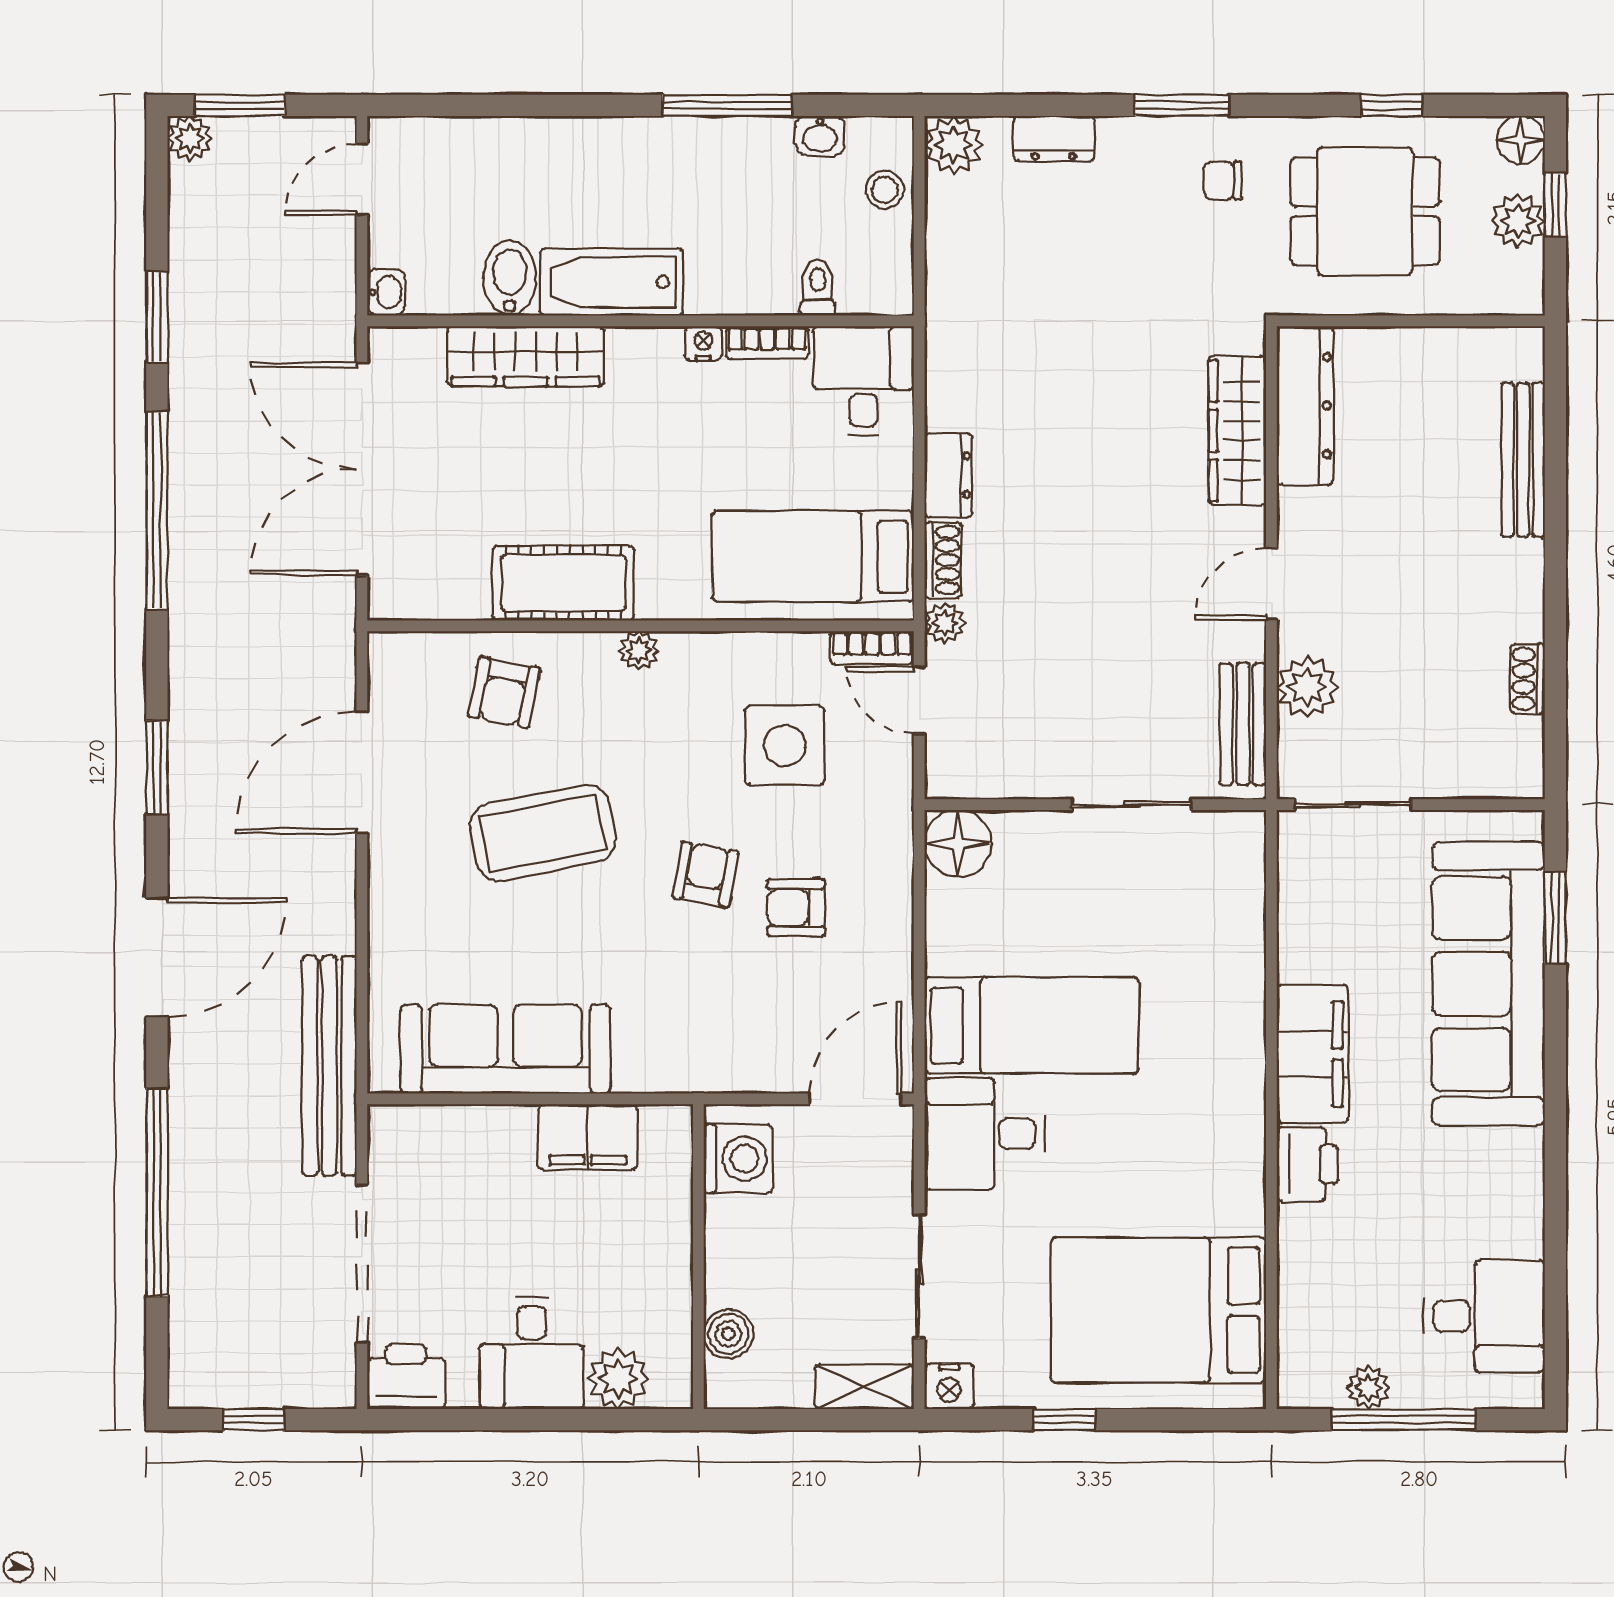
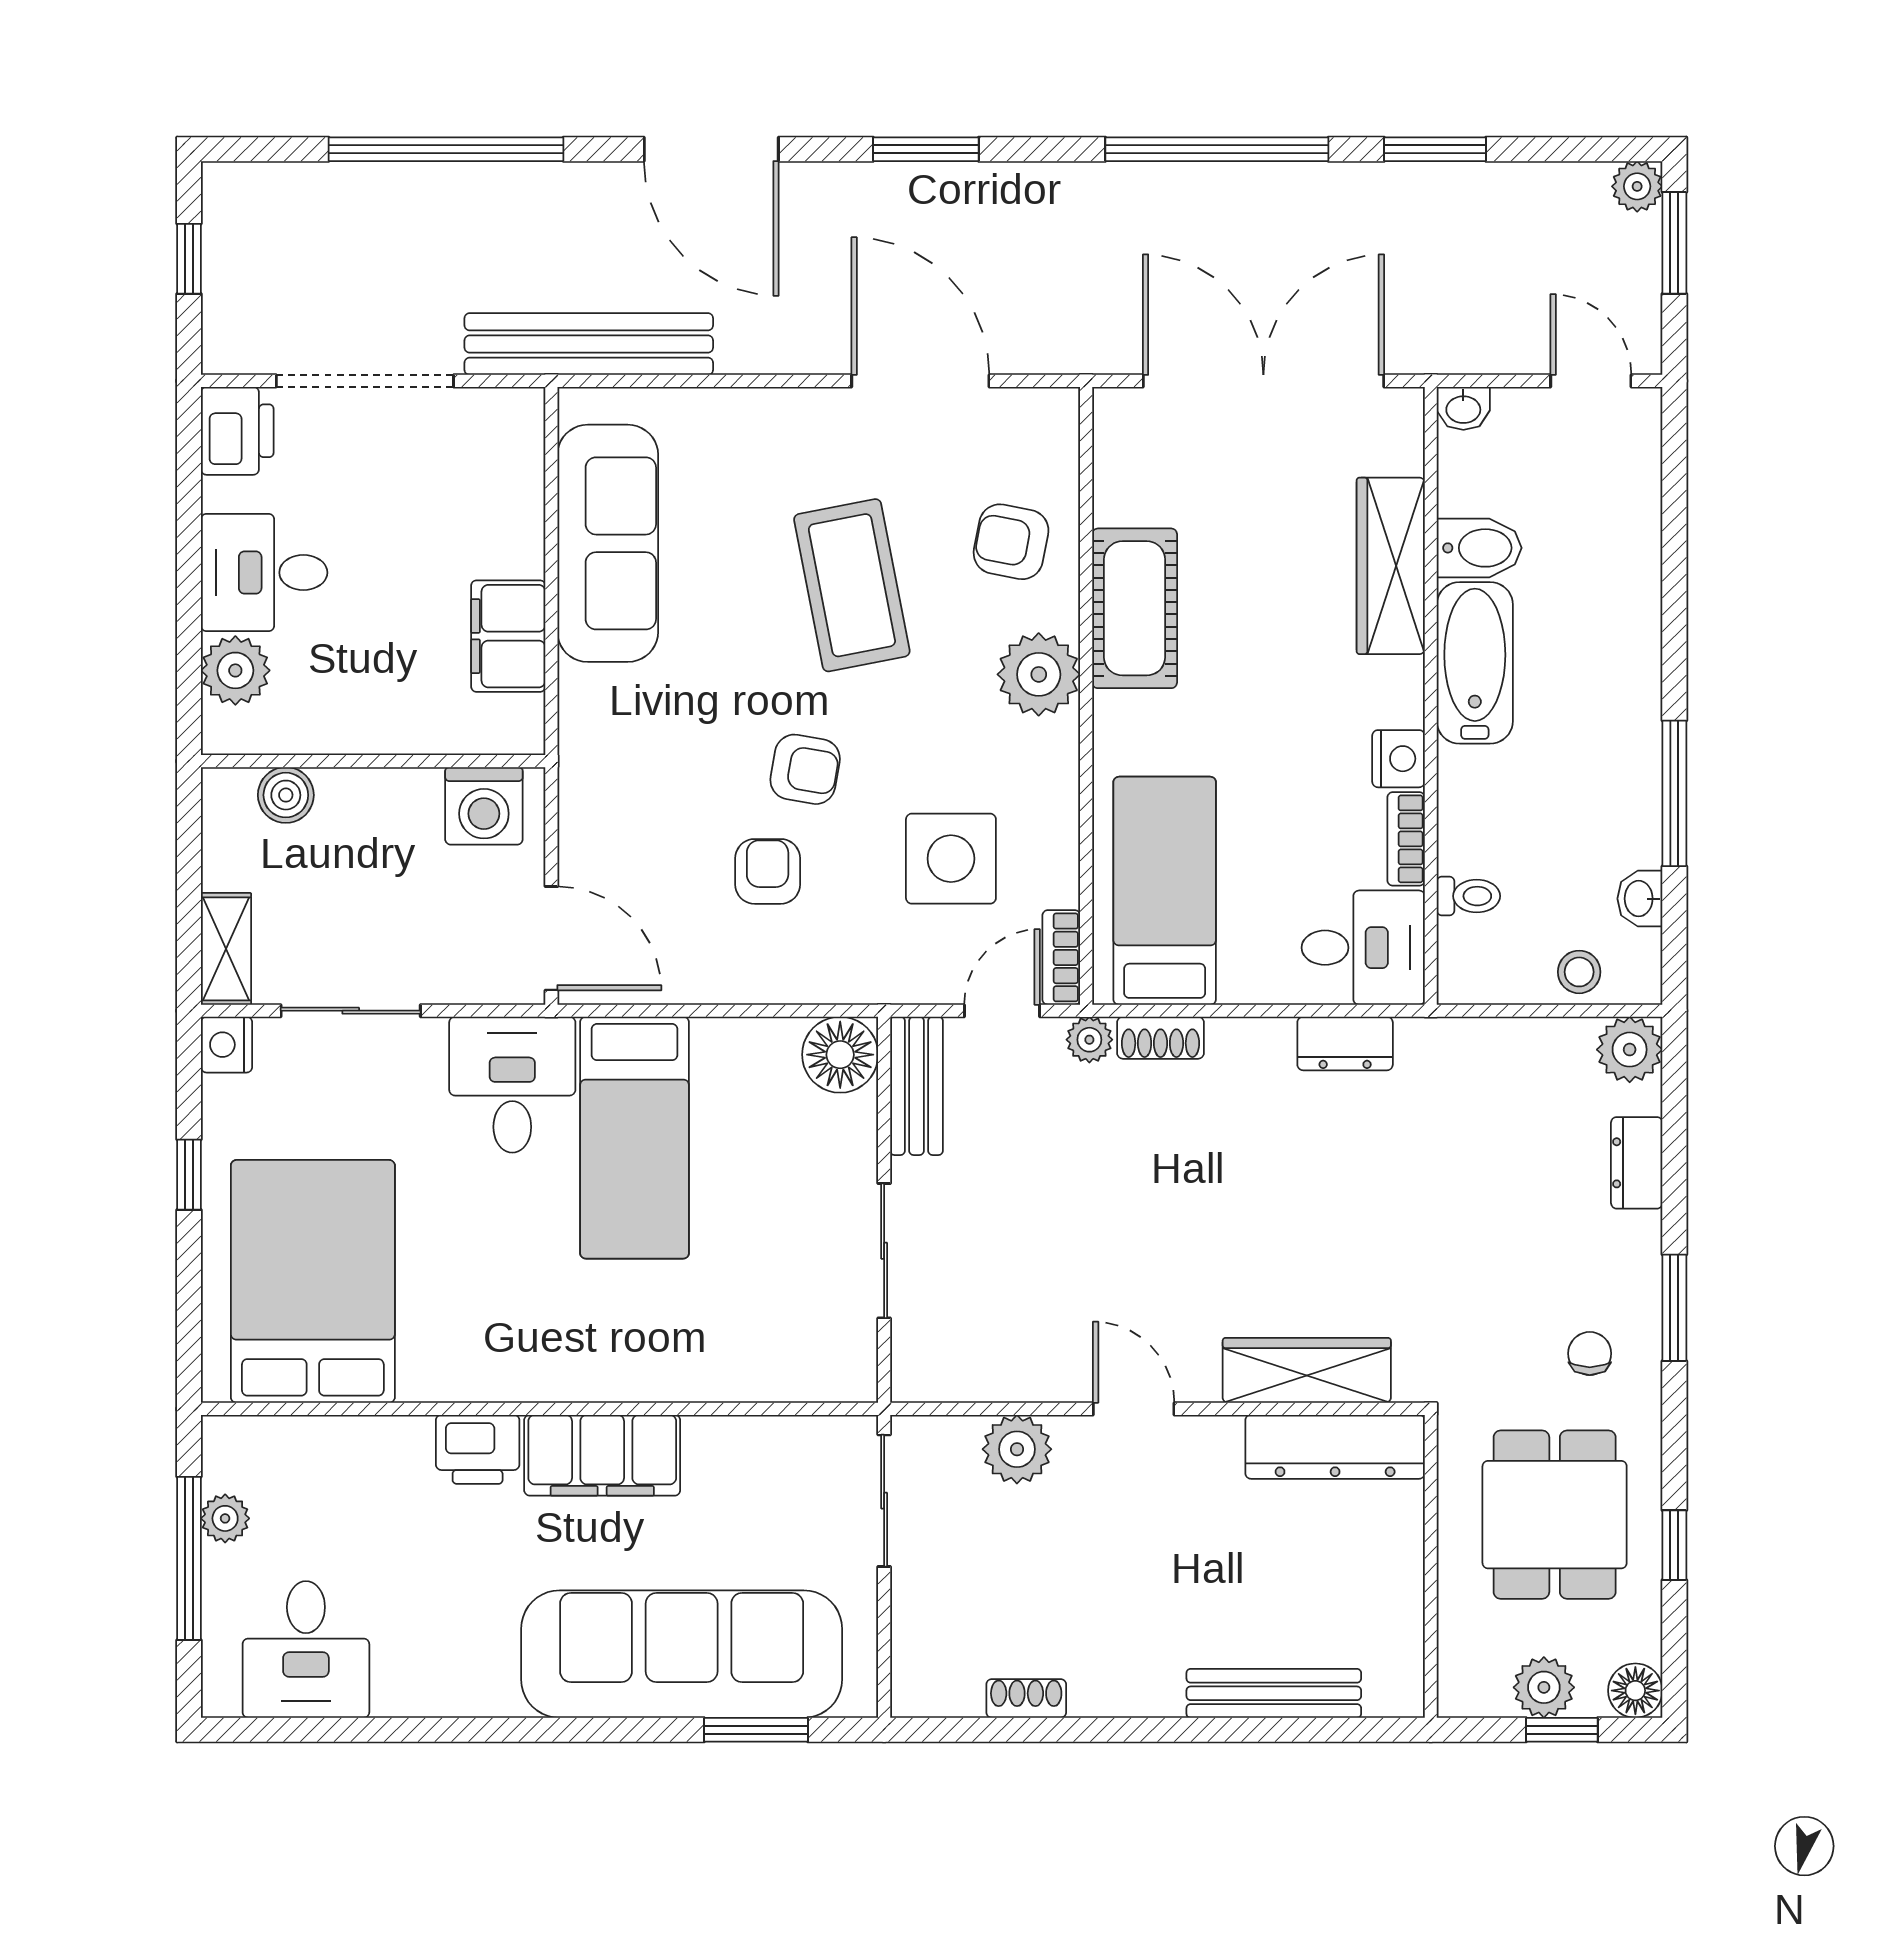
nightstand: (703, 343) -> (1399, 759), width x1.39, depth x1.35
dresser: (948, 475) -> (1345, 1043), moved
plant: (639, 651) -> (1039, 674), width x1.88, depth x1.88
bench: (1243, 724) -> (916, 1086), moved, turned 90

